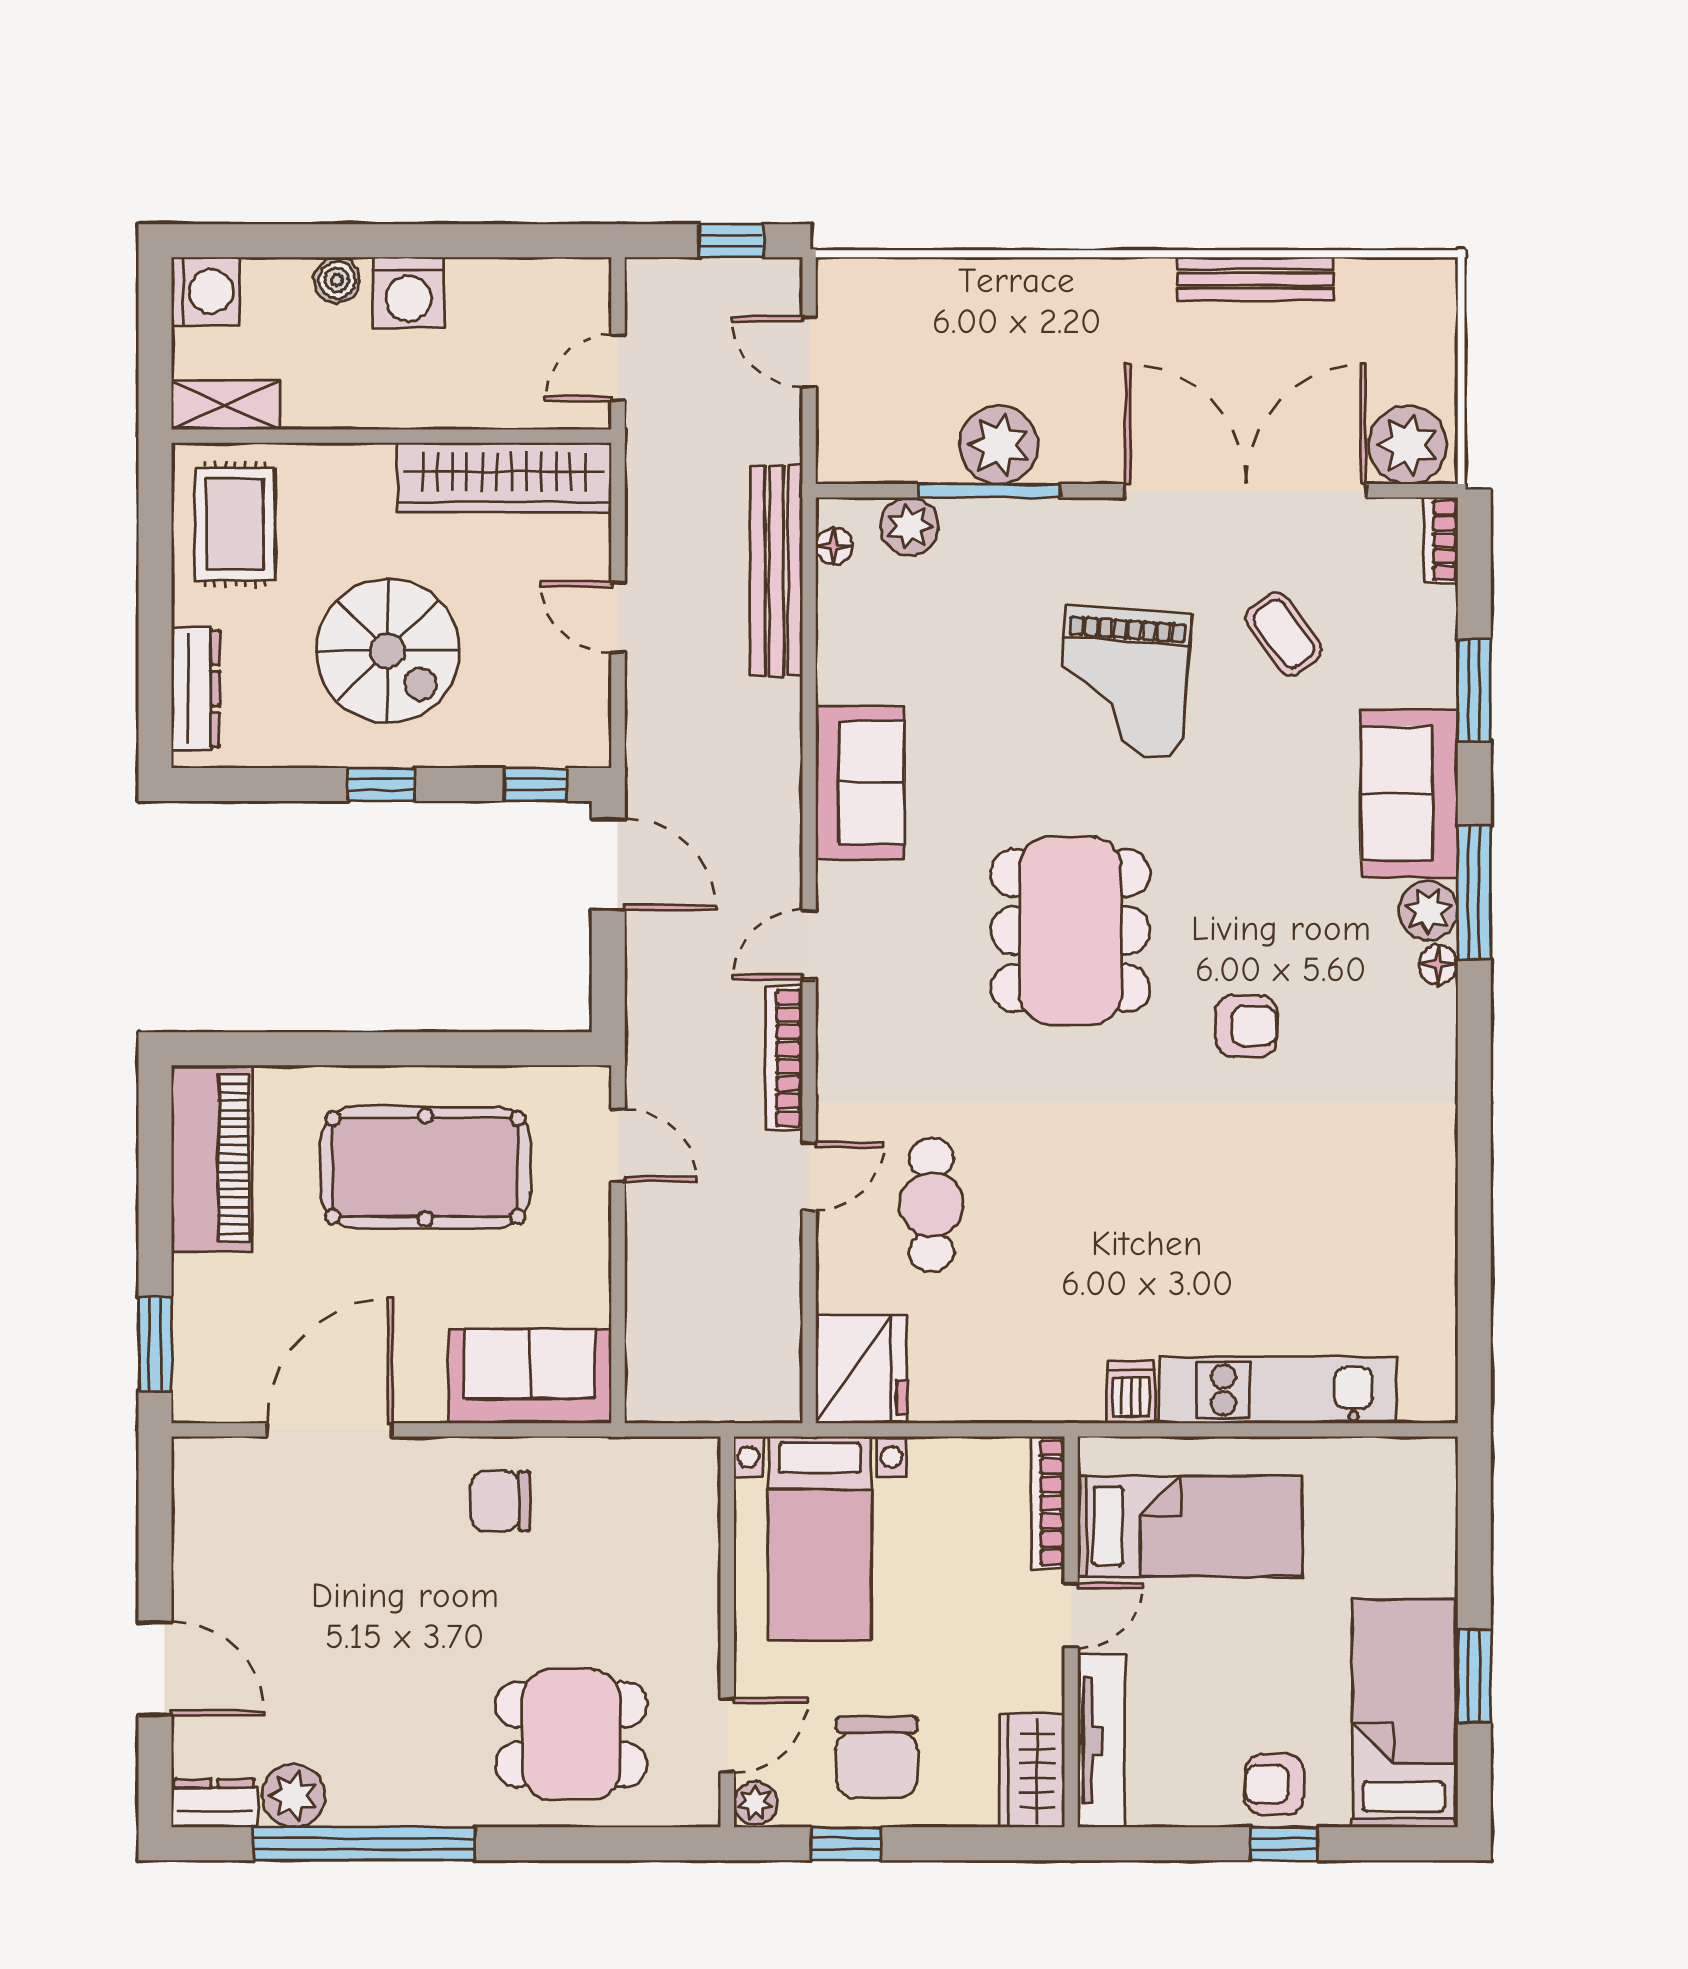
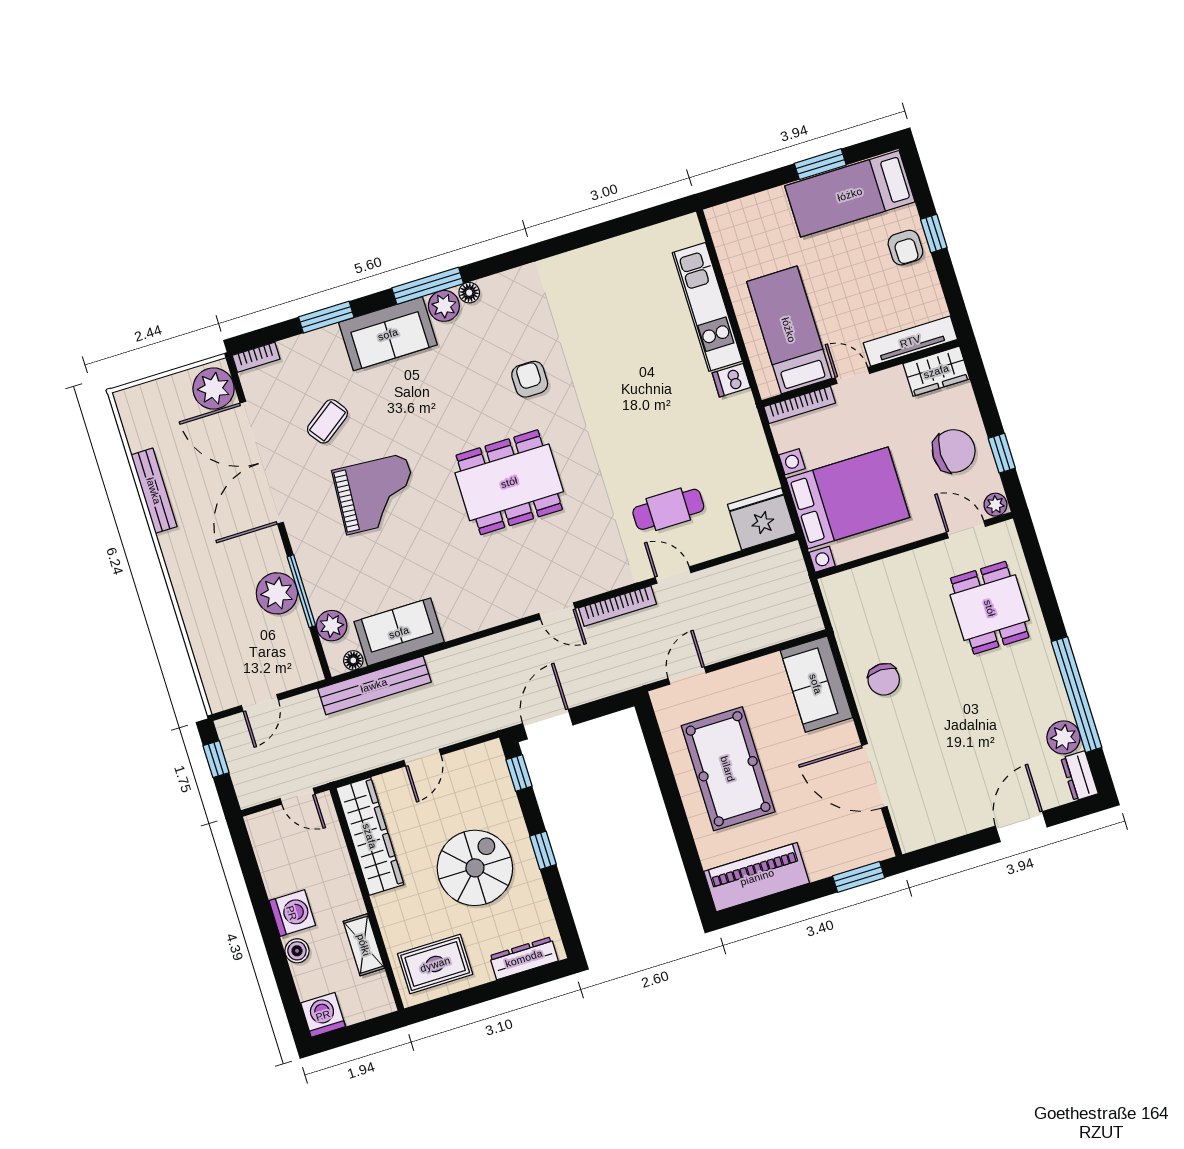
shelving: (226, 405) -> (364, 945), moved
sofa: (860, 783) -> (399, 632), moved
bed with nightstands: (820, 1538) -> (848, 498), width x1.36

